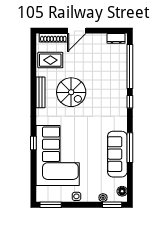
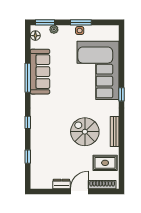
dresser: (116, 38) -> (61, 184), moved
window: (130, 66) -> (28, 157), width x0.32
window: (33, 143) -> (121, 94), moved
window: (51, 205) -> (81, 22), moved

